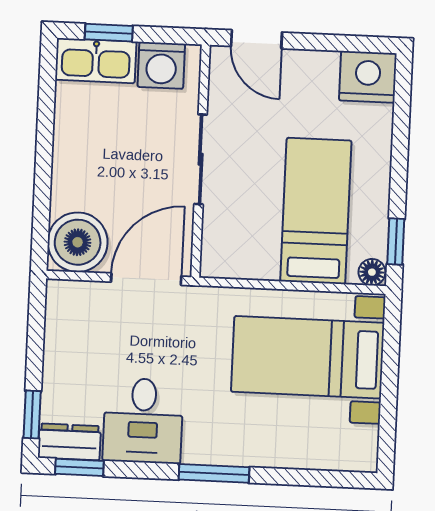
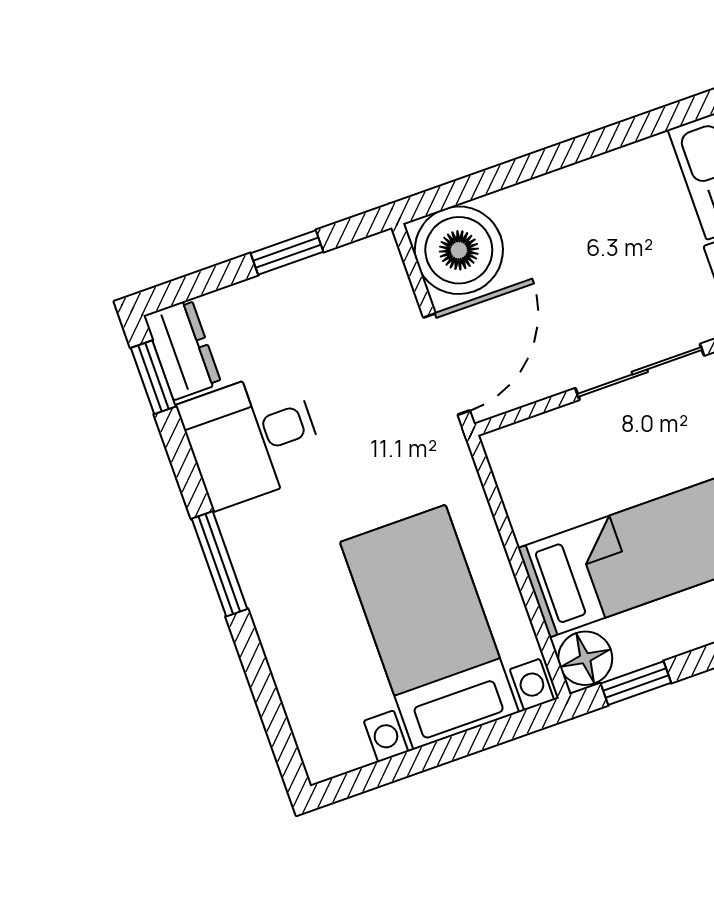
floor lamp: (372, 272) -> (585, 658), width x1.37, depth x1.37
door: (146, 279) -> (447, 364), hinge flipped
window: (32, 415) -> (287, 253), moved

